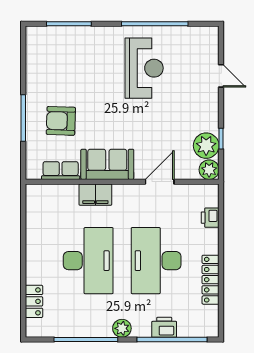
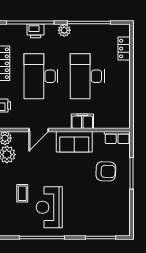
coffee table: (184, 89) -> (22, 193), added
row of seats: (61, 171) -> (117, 138), moved
desk: (156, 261) -> (41, 76), turned 180

